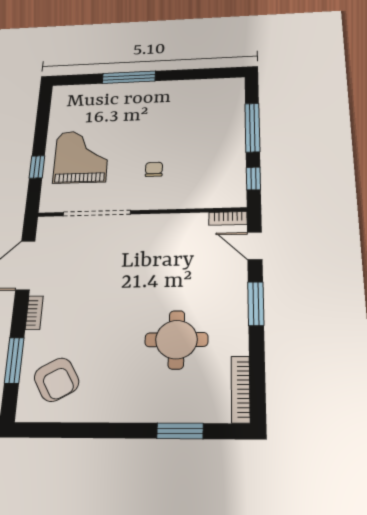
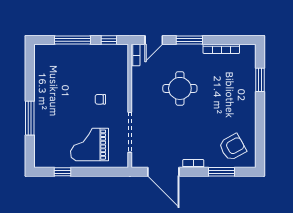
window: (37, 167) -> (62, 172), moved
round table: (176, 340) -> (180, 88), moved
bookcase: (241, 389) -> (221, 49), moved

